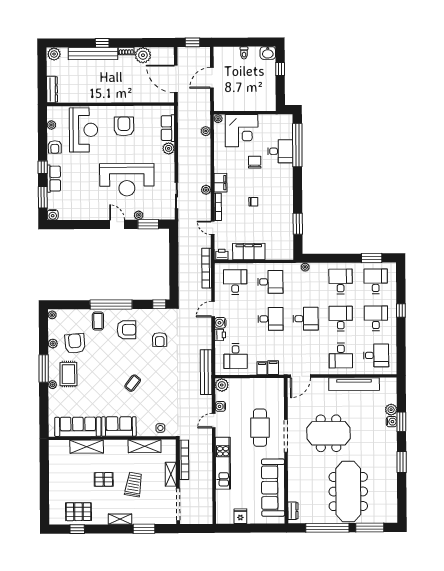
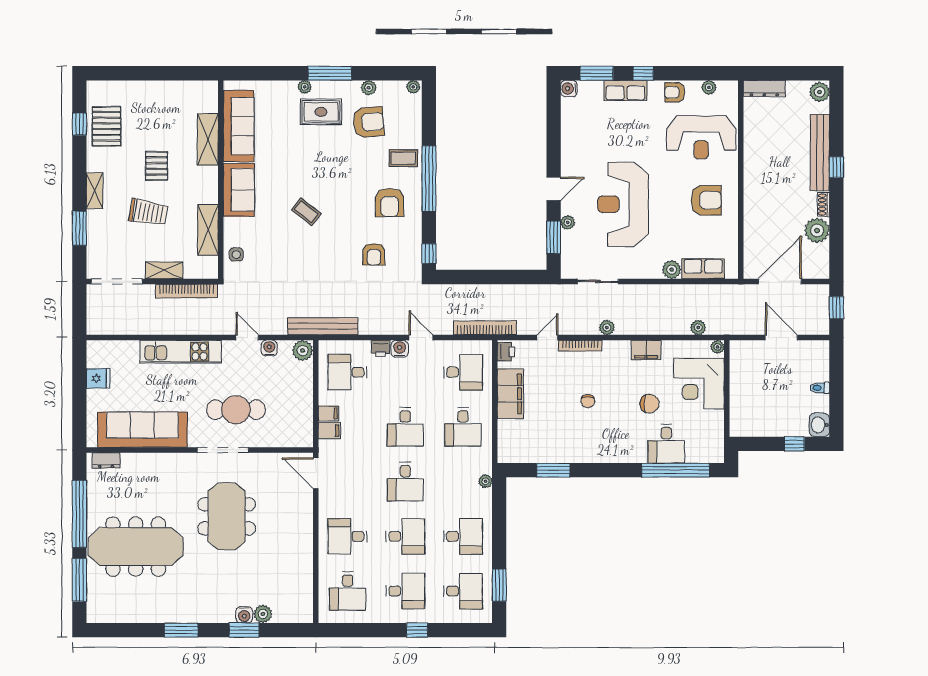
filing cabinet: (220, 183) -> (646, 350), moved
armchair: (160, 340) -> (374, 254), turned -90
tv unit: (354, 384) -> (303, 557), removed

